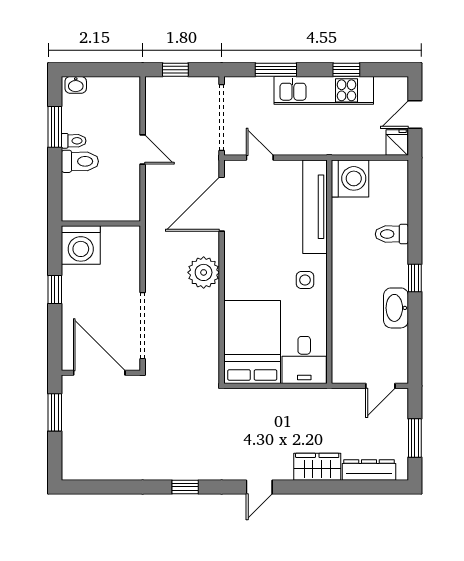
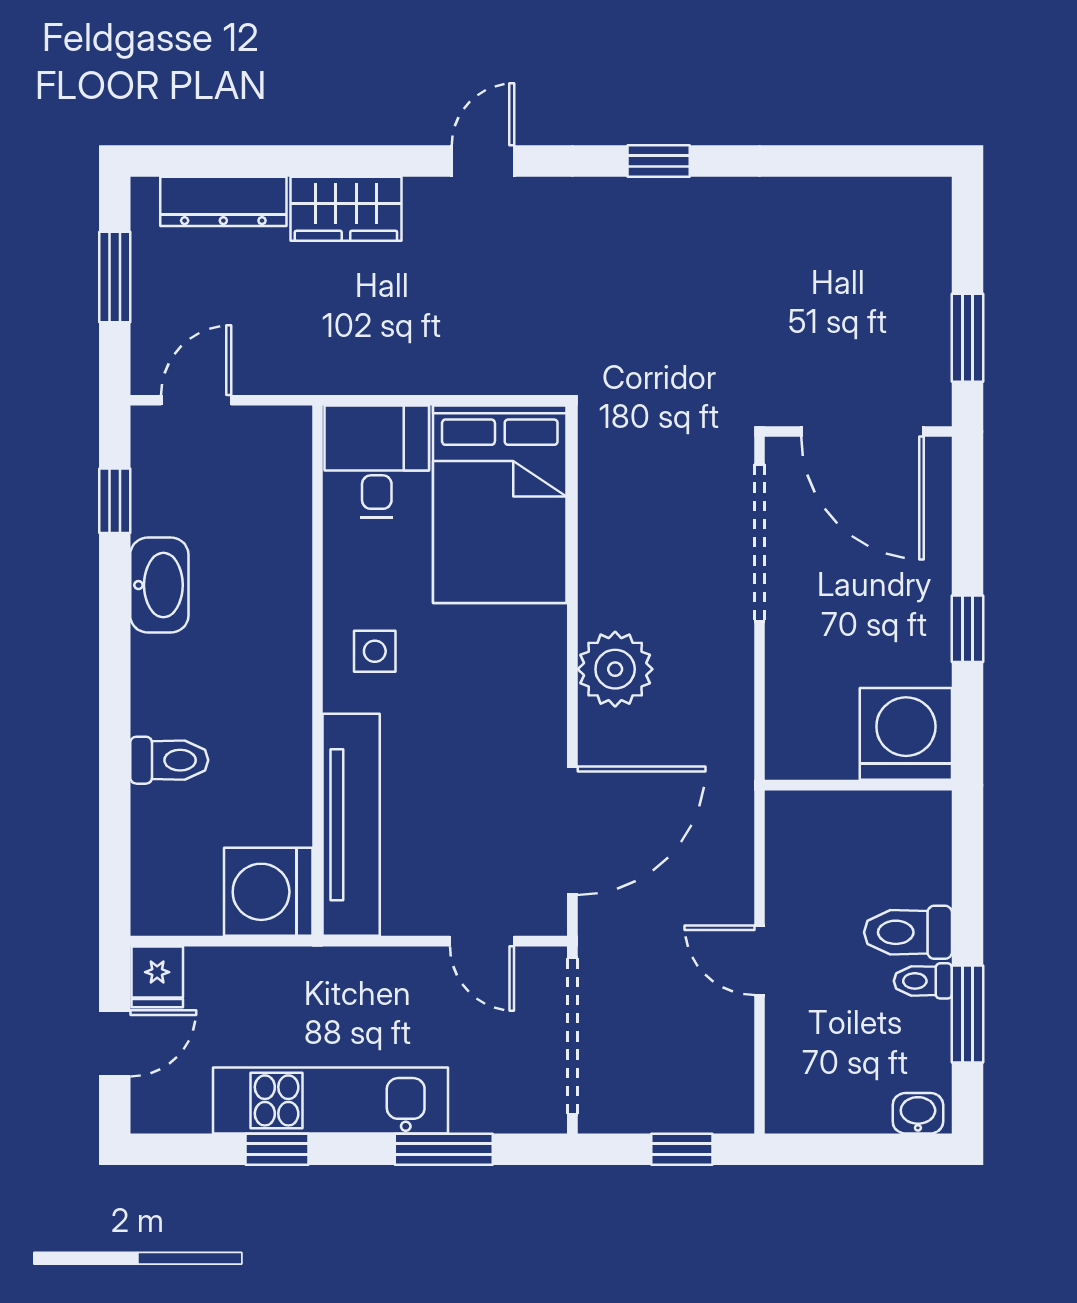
window: (415, 278) -> (115, 501), moved

